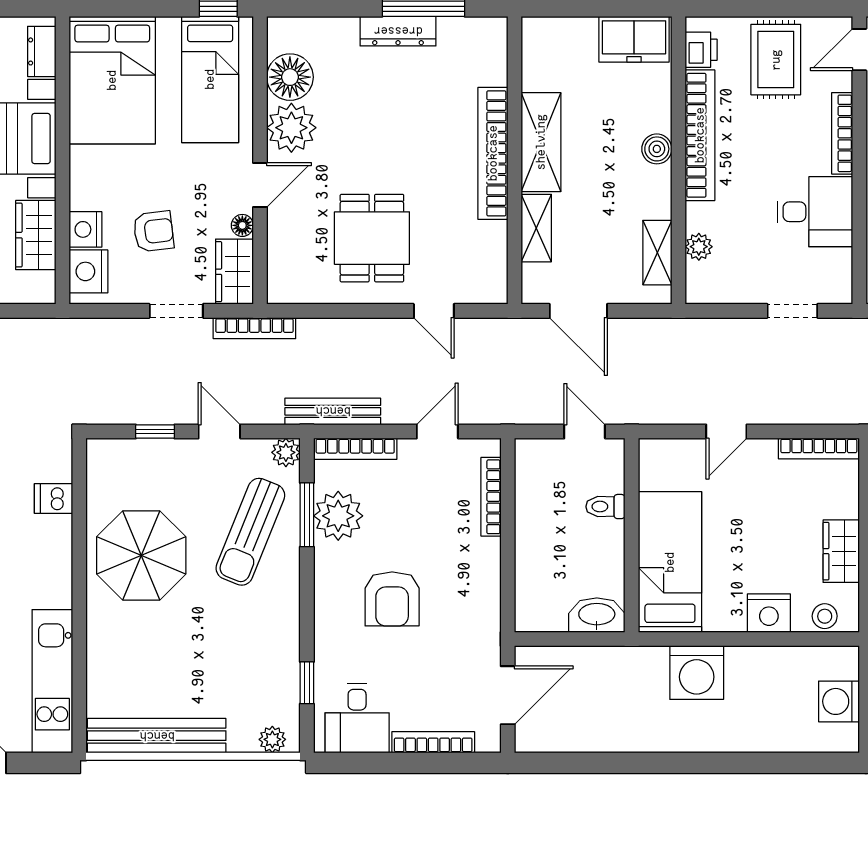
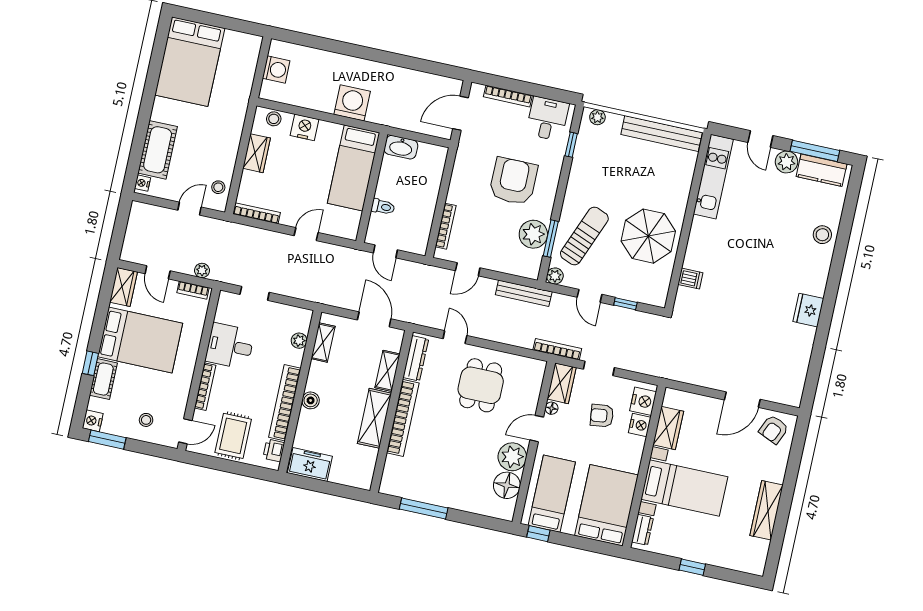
dresser: (398, 31) -> (416, 358), moved, turned 90
bookcase: (355, 449) -> (516, 270), removed
armchair: (392, 599) -> (513, 181), width x1.36, depth x1.36

